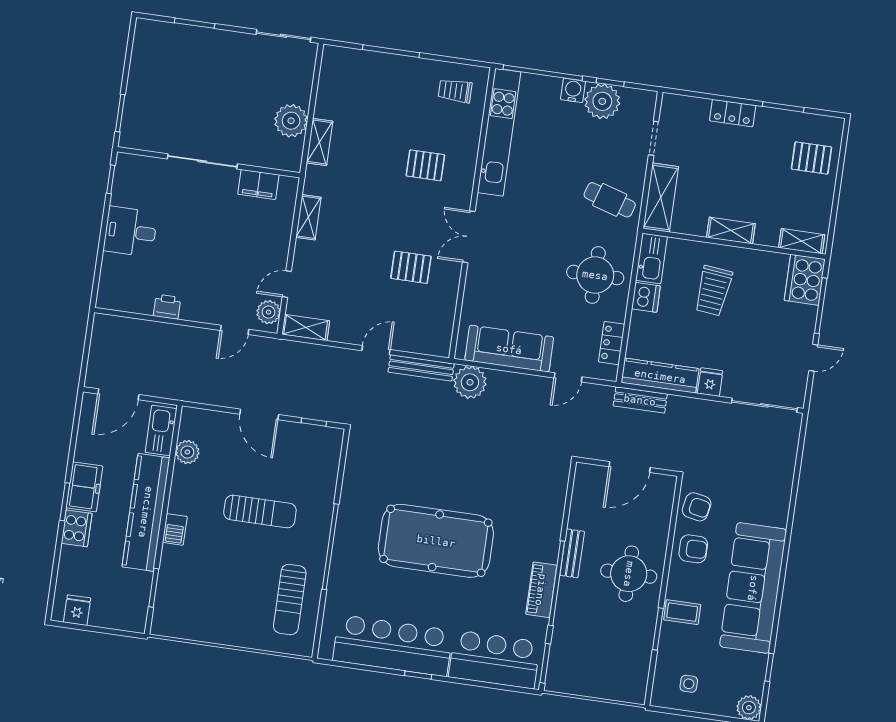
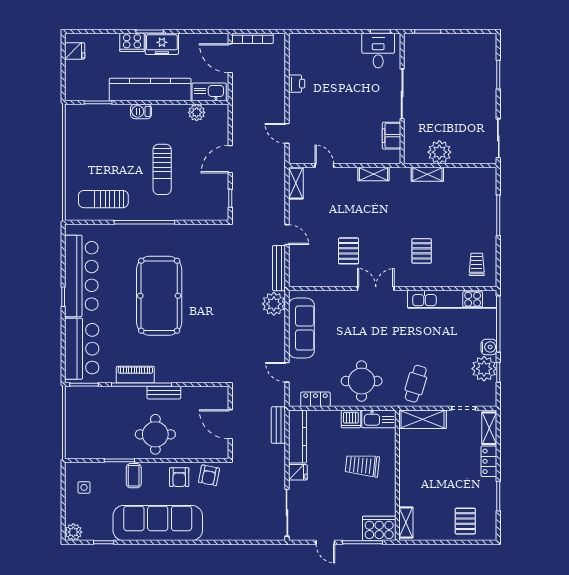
shelving: (731, 231) -> (489, 428), moved
desk: (130, 232) -> (378, 51), moved
plant: (269, 312) -> (303, 155), removed
bookcase: (95, 359) -> (253, 38), added

